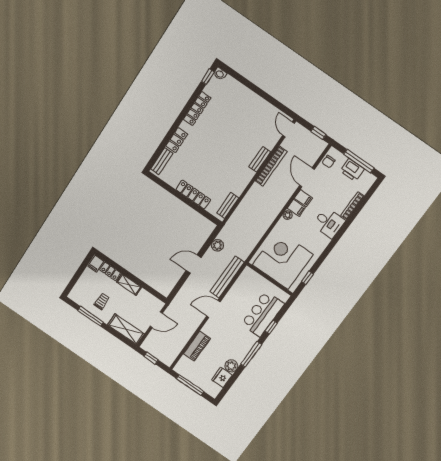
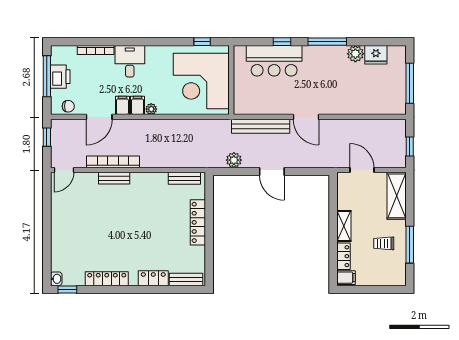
piano: (197, 346) -> (360, 106), removed

